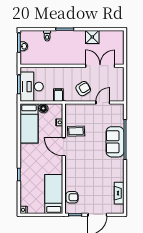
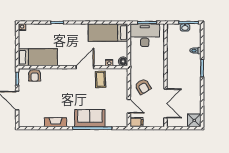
shower: (92, 37) -> (194, 120), moved
filing cabinet: (58, 95) -> (137, 122), moved
floor lamp: (43, 108) -> (123, 61), moved
fireplace: (119, 193) -> (56, 122), moved

